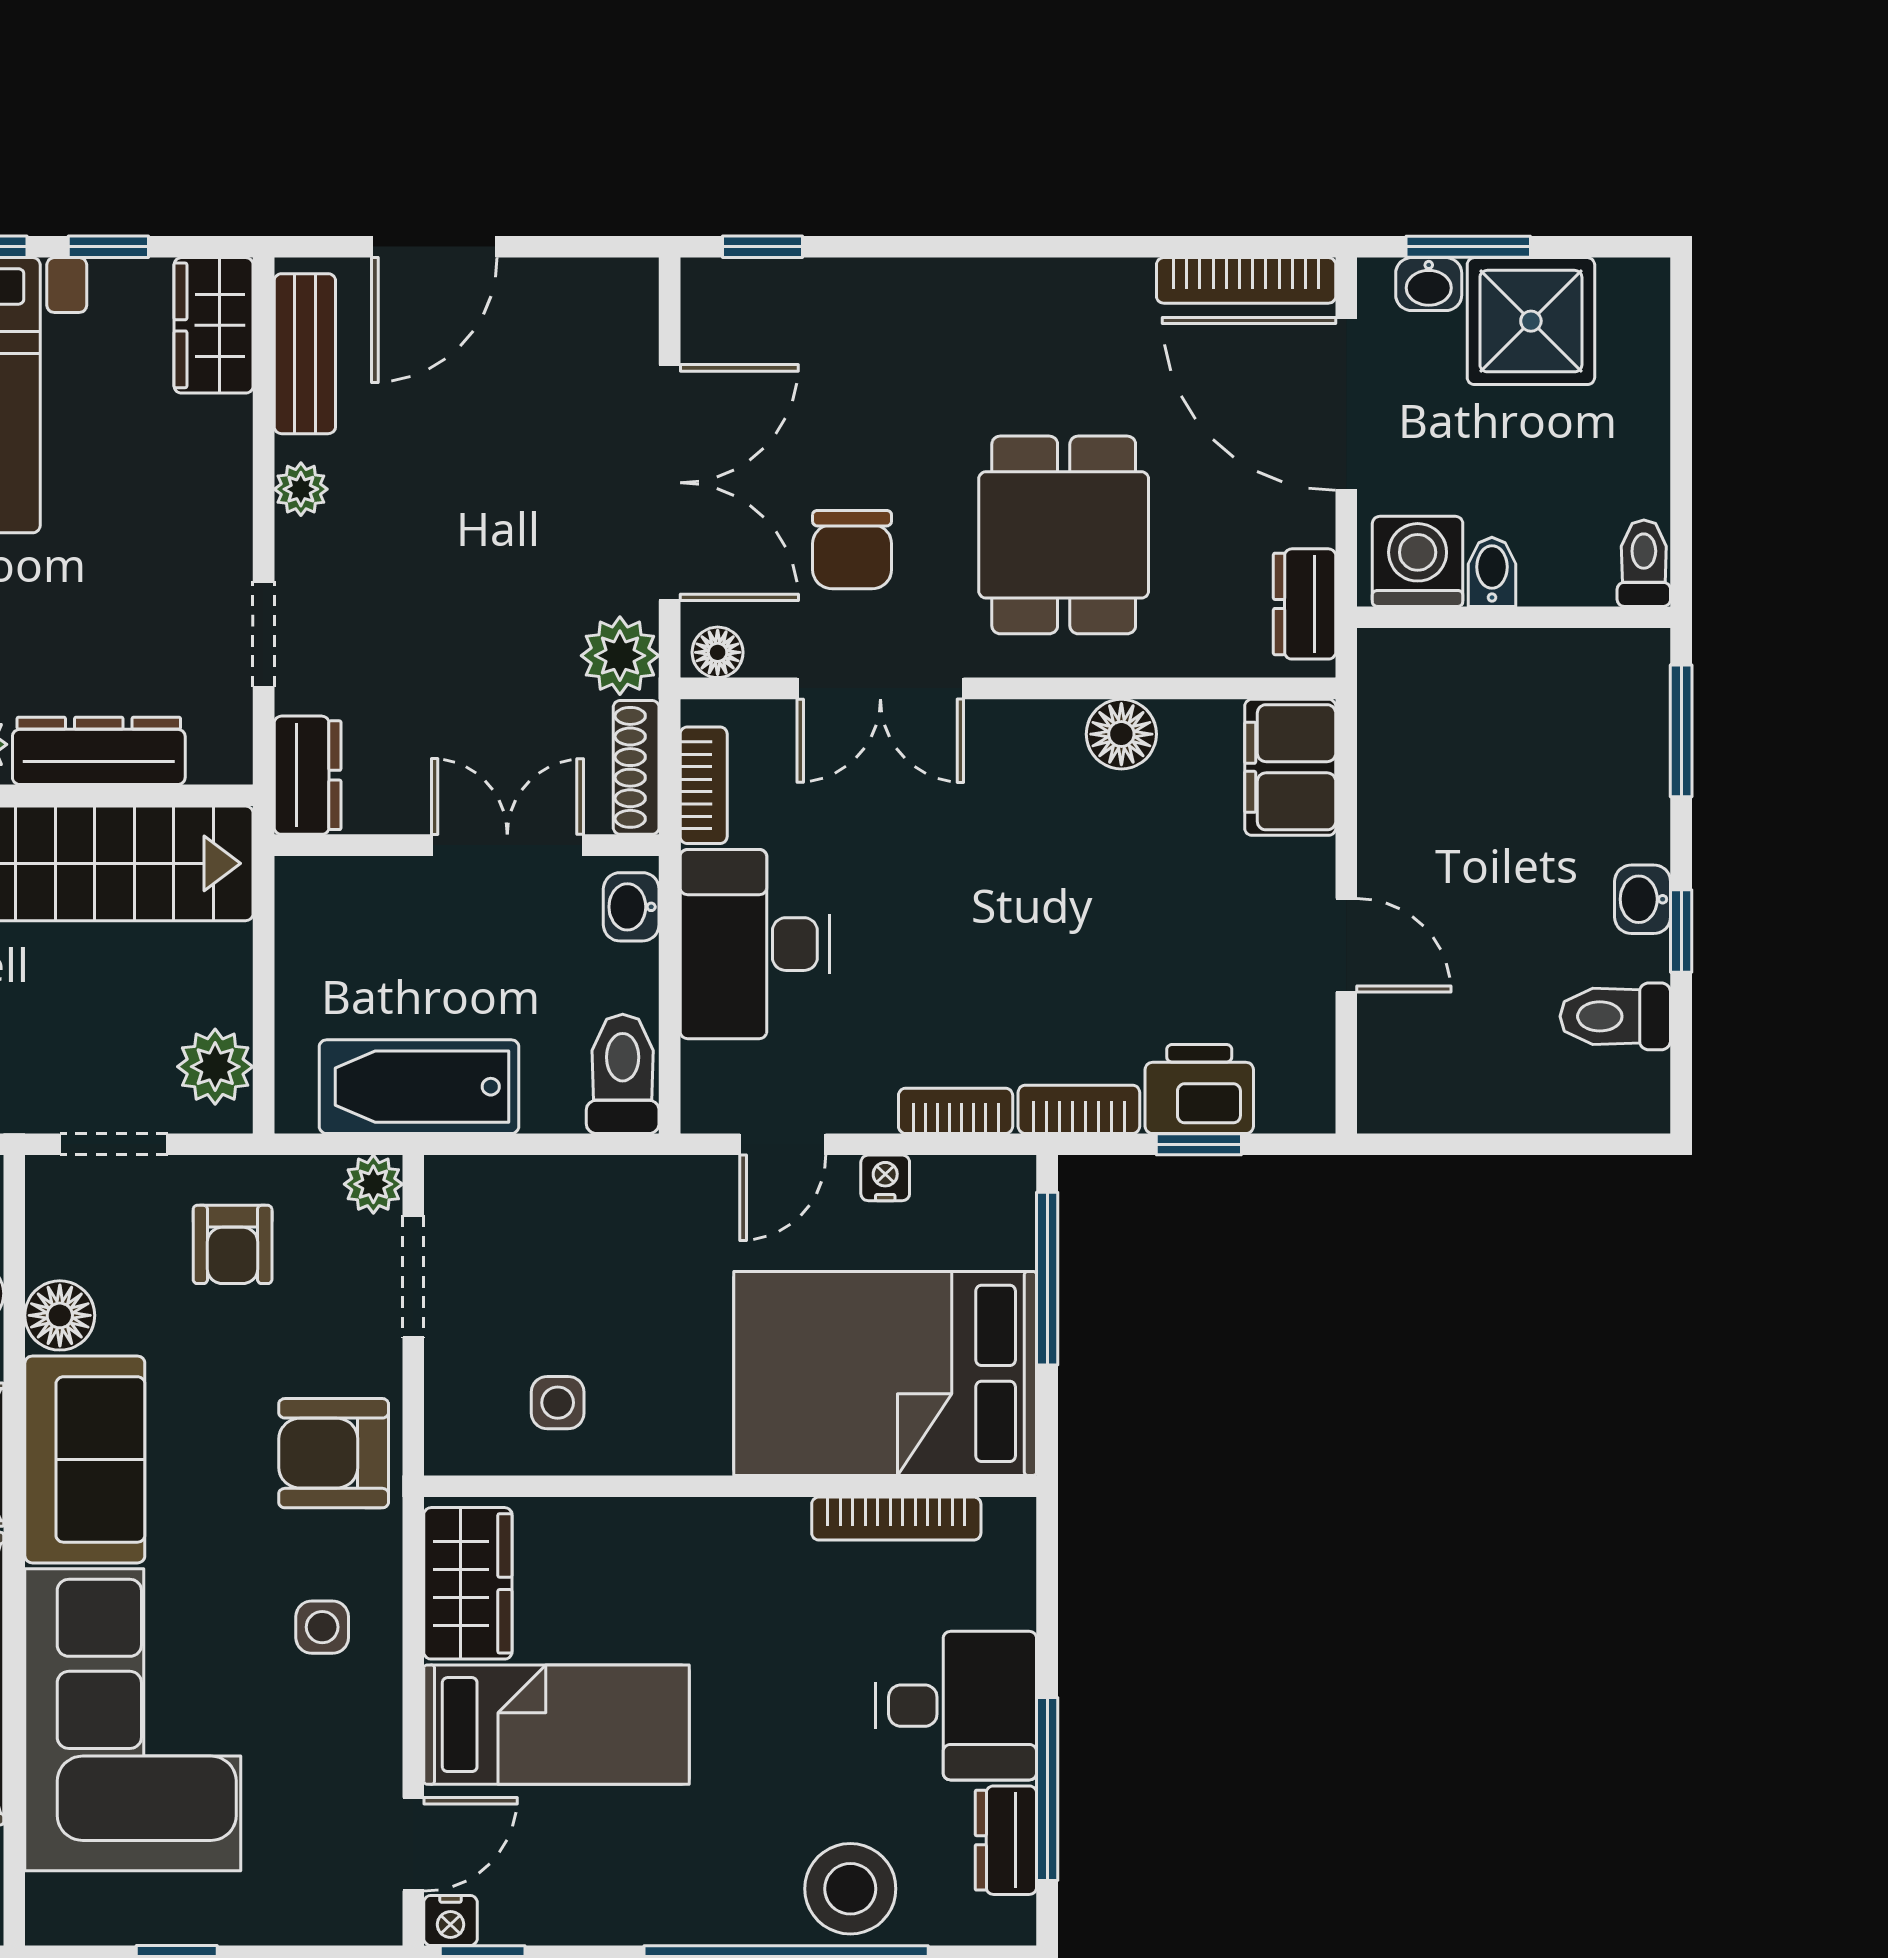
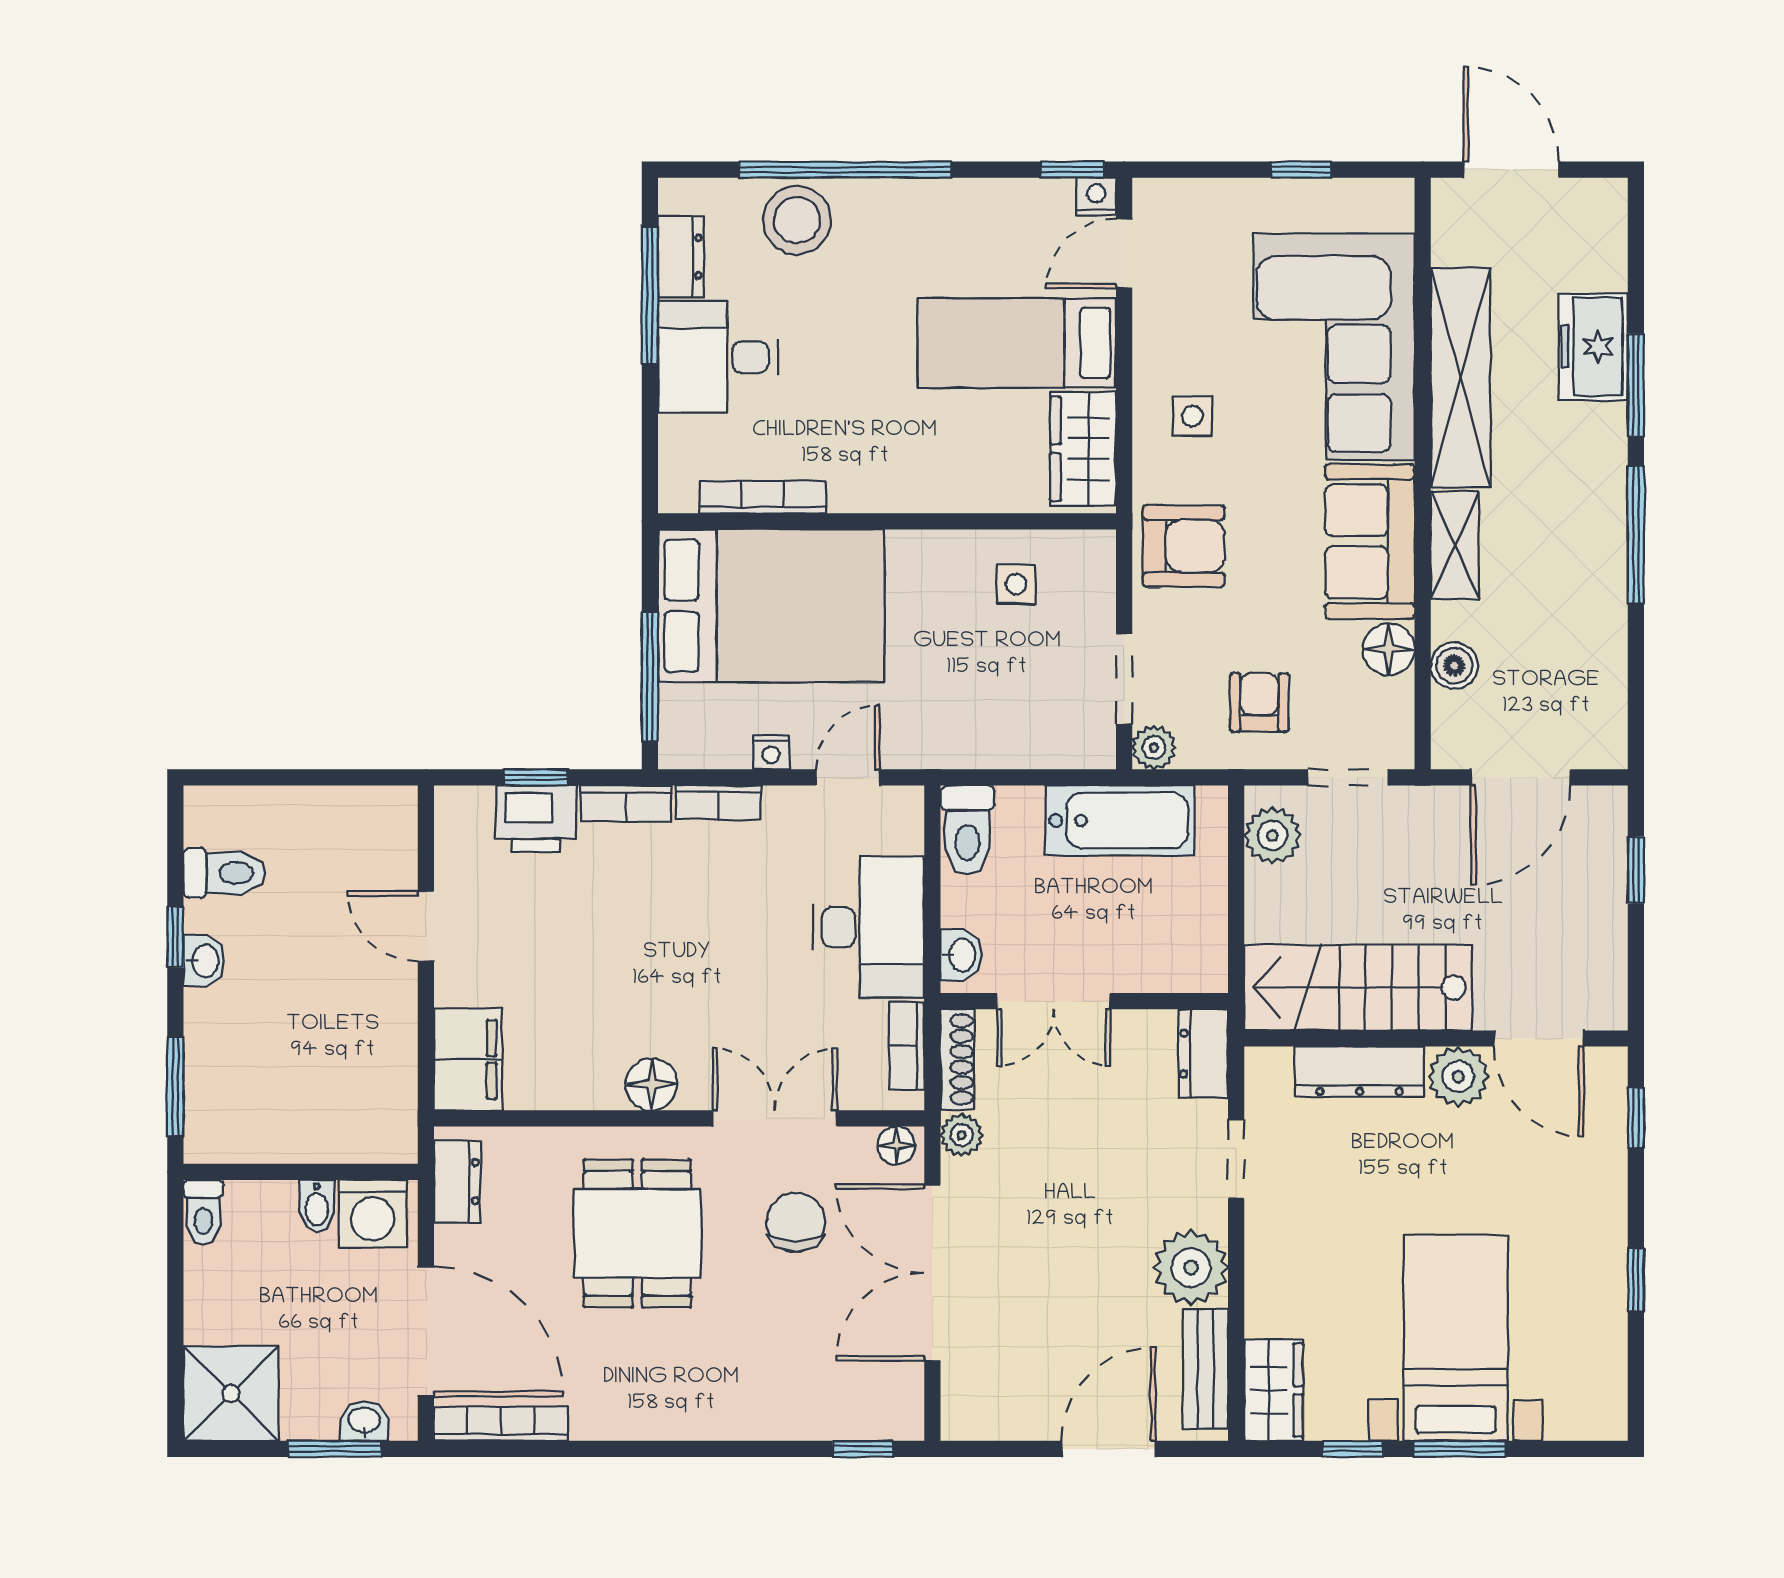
shower: (1531, 321) -> (231, 1393), moved
plant: (301, 489) -> (1191, 1268), width x1.88, depth x1.88
plant: (620, 656) -> (961, 1135), width x0.73, depth x0.73
floor lamp: (1121, 734) -> (651, 1084), moved

